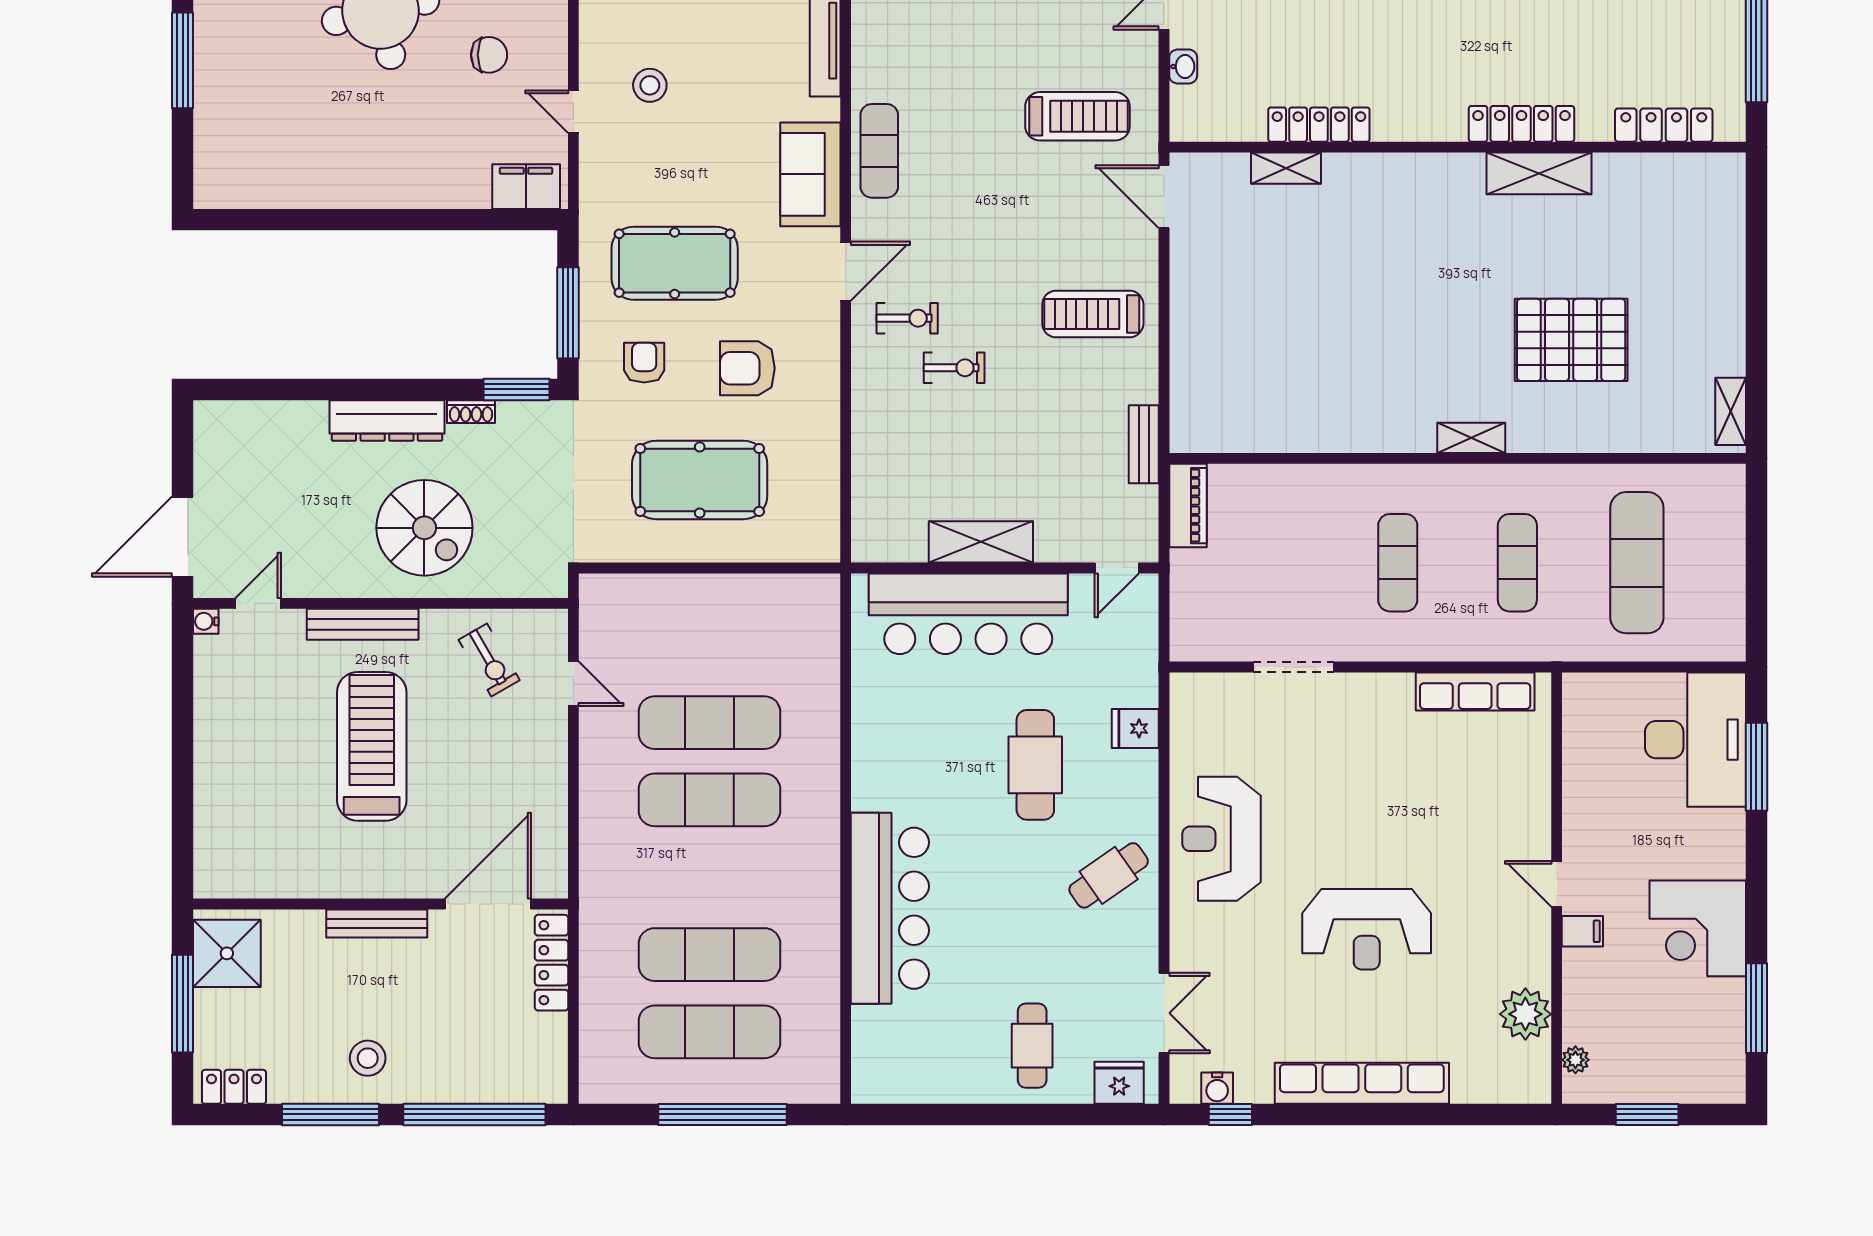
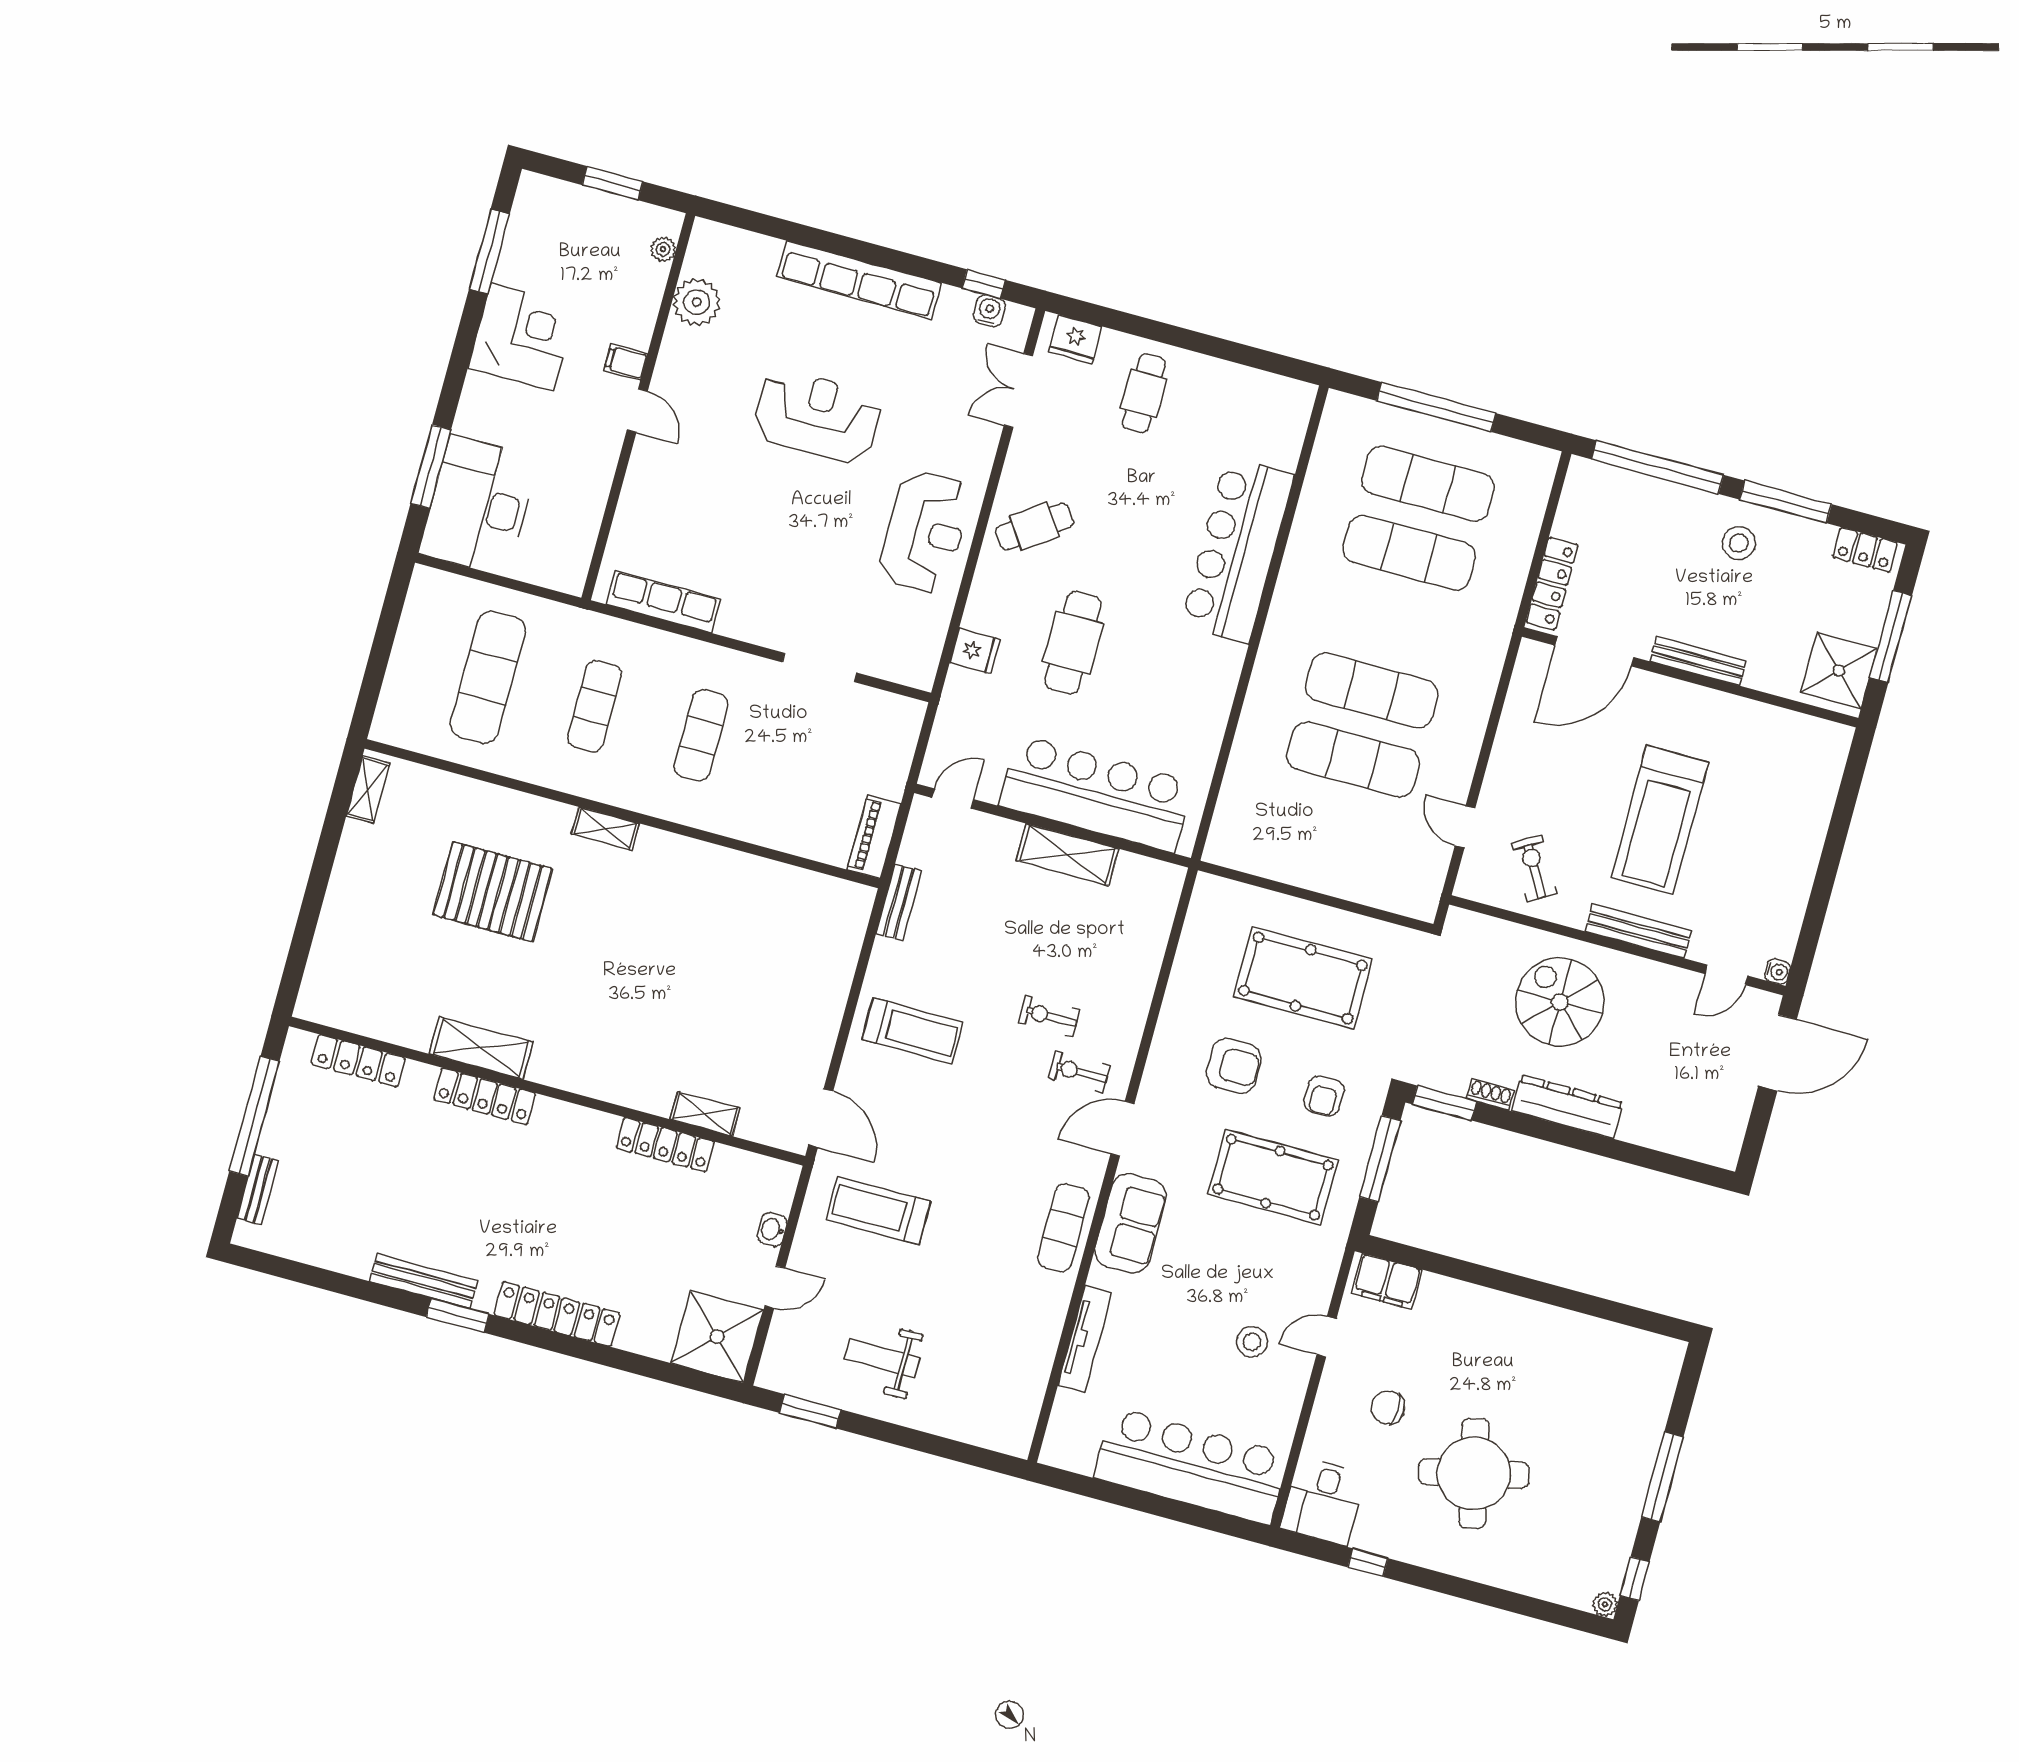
door: (573, 112) -> (1326, 1337), swing flipped

